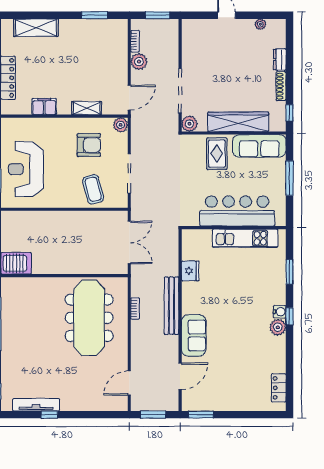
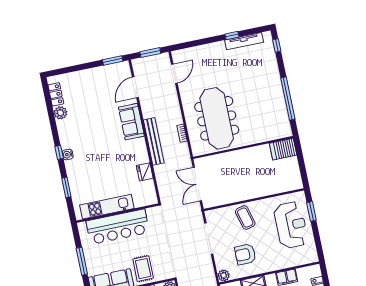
coffee table: (93, 189) -> (245, 218), moved
plant: (278, 327) -> (60, 113), moved

